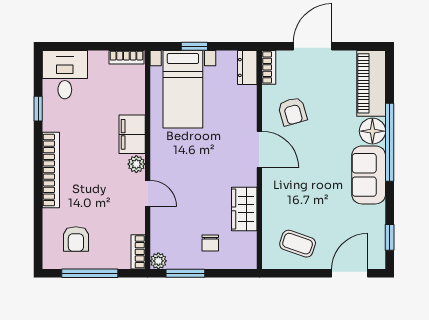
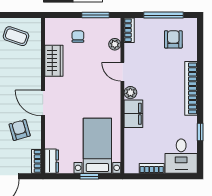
bookcase: (126, 57) -> (152, 168), moved
plant: (158, 261) -> (115, 44), moved

